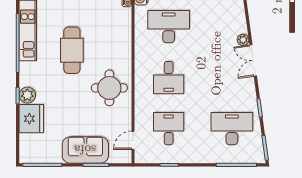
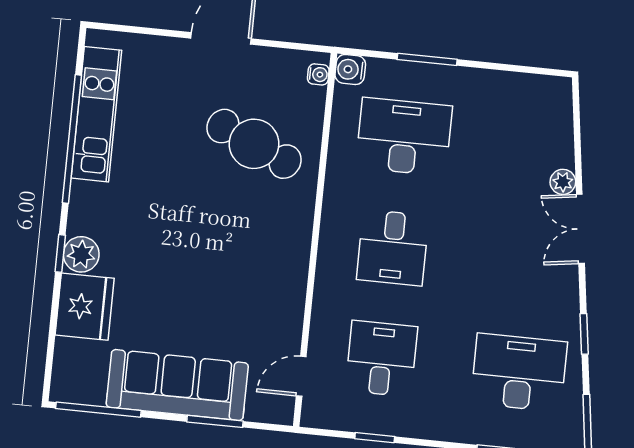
cafe table: (72, 50) -> (254, 144), moved, turned -66
round table: (109, 88) -> (261, 257), removed
sofa: (85, 150) -> (177, 385), width x1.36

